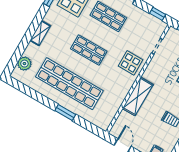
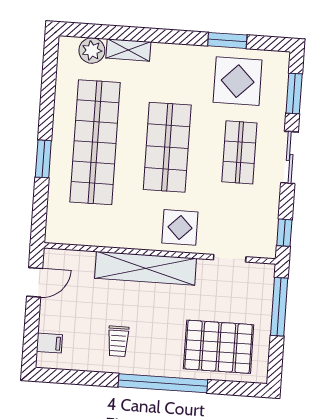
shelving: (40, 33) -> (128, 50), moved
shop shelf: (89, 50) -> (167, 147), width x1.43, depth x1.36
shelving: (138, 96) -> (146, 268), width x1.47

